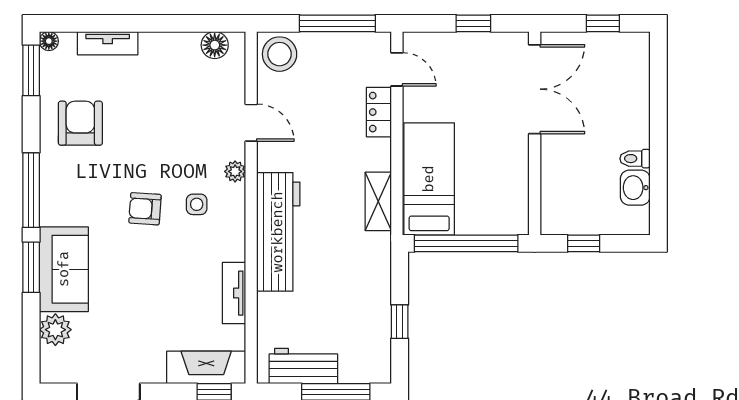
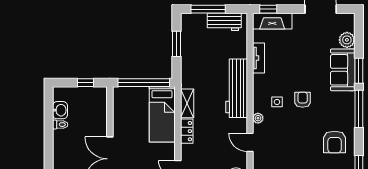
locker: (379, 112) -> (187, 131), moved
armchair: (145, 209) -> (303, 100), turned -94
window: (400, 322) -> (177, 44), width x1.50

